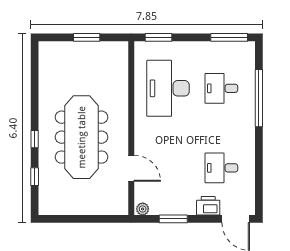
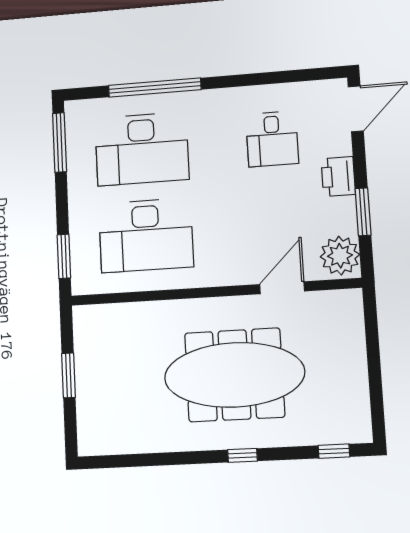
desk: (221, 88) -> (142, 149), width x1.87, depth x1.30
window: (35, 177) -> (334, 451), moved
printer: (208, 206) -> (338, 177), moved
plant: (143, 209) -> (340, 256), width x1.88, depth x1.88

